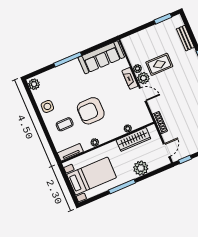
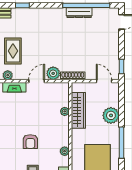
plant: (143, 78) -> (53, 73), moved
armchair: (91, 111) -> (30, 142), width x0.53, depth x0.53

